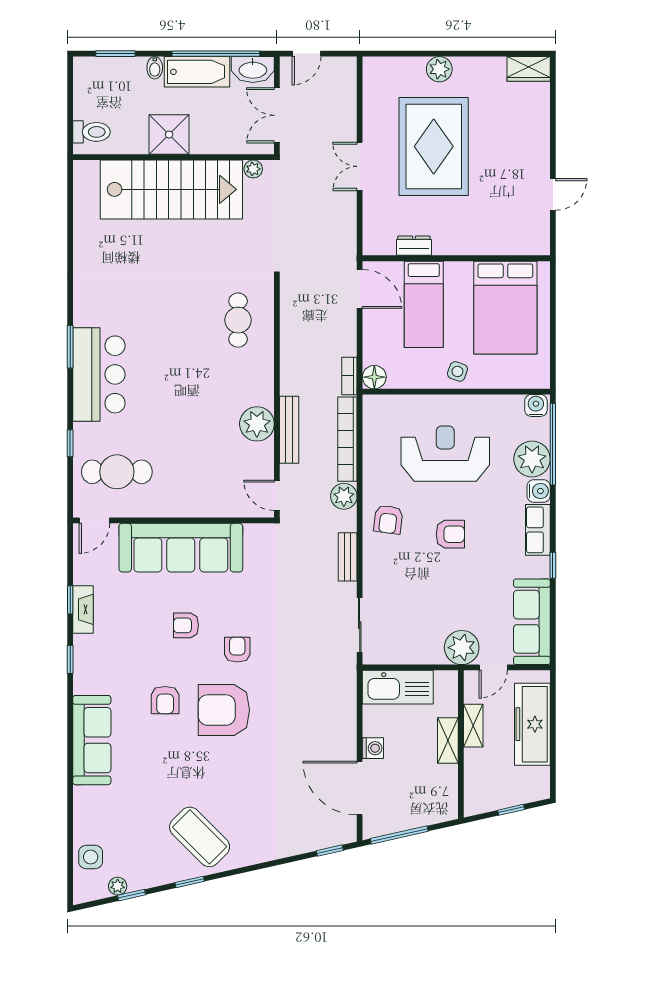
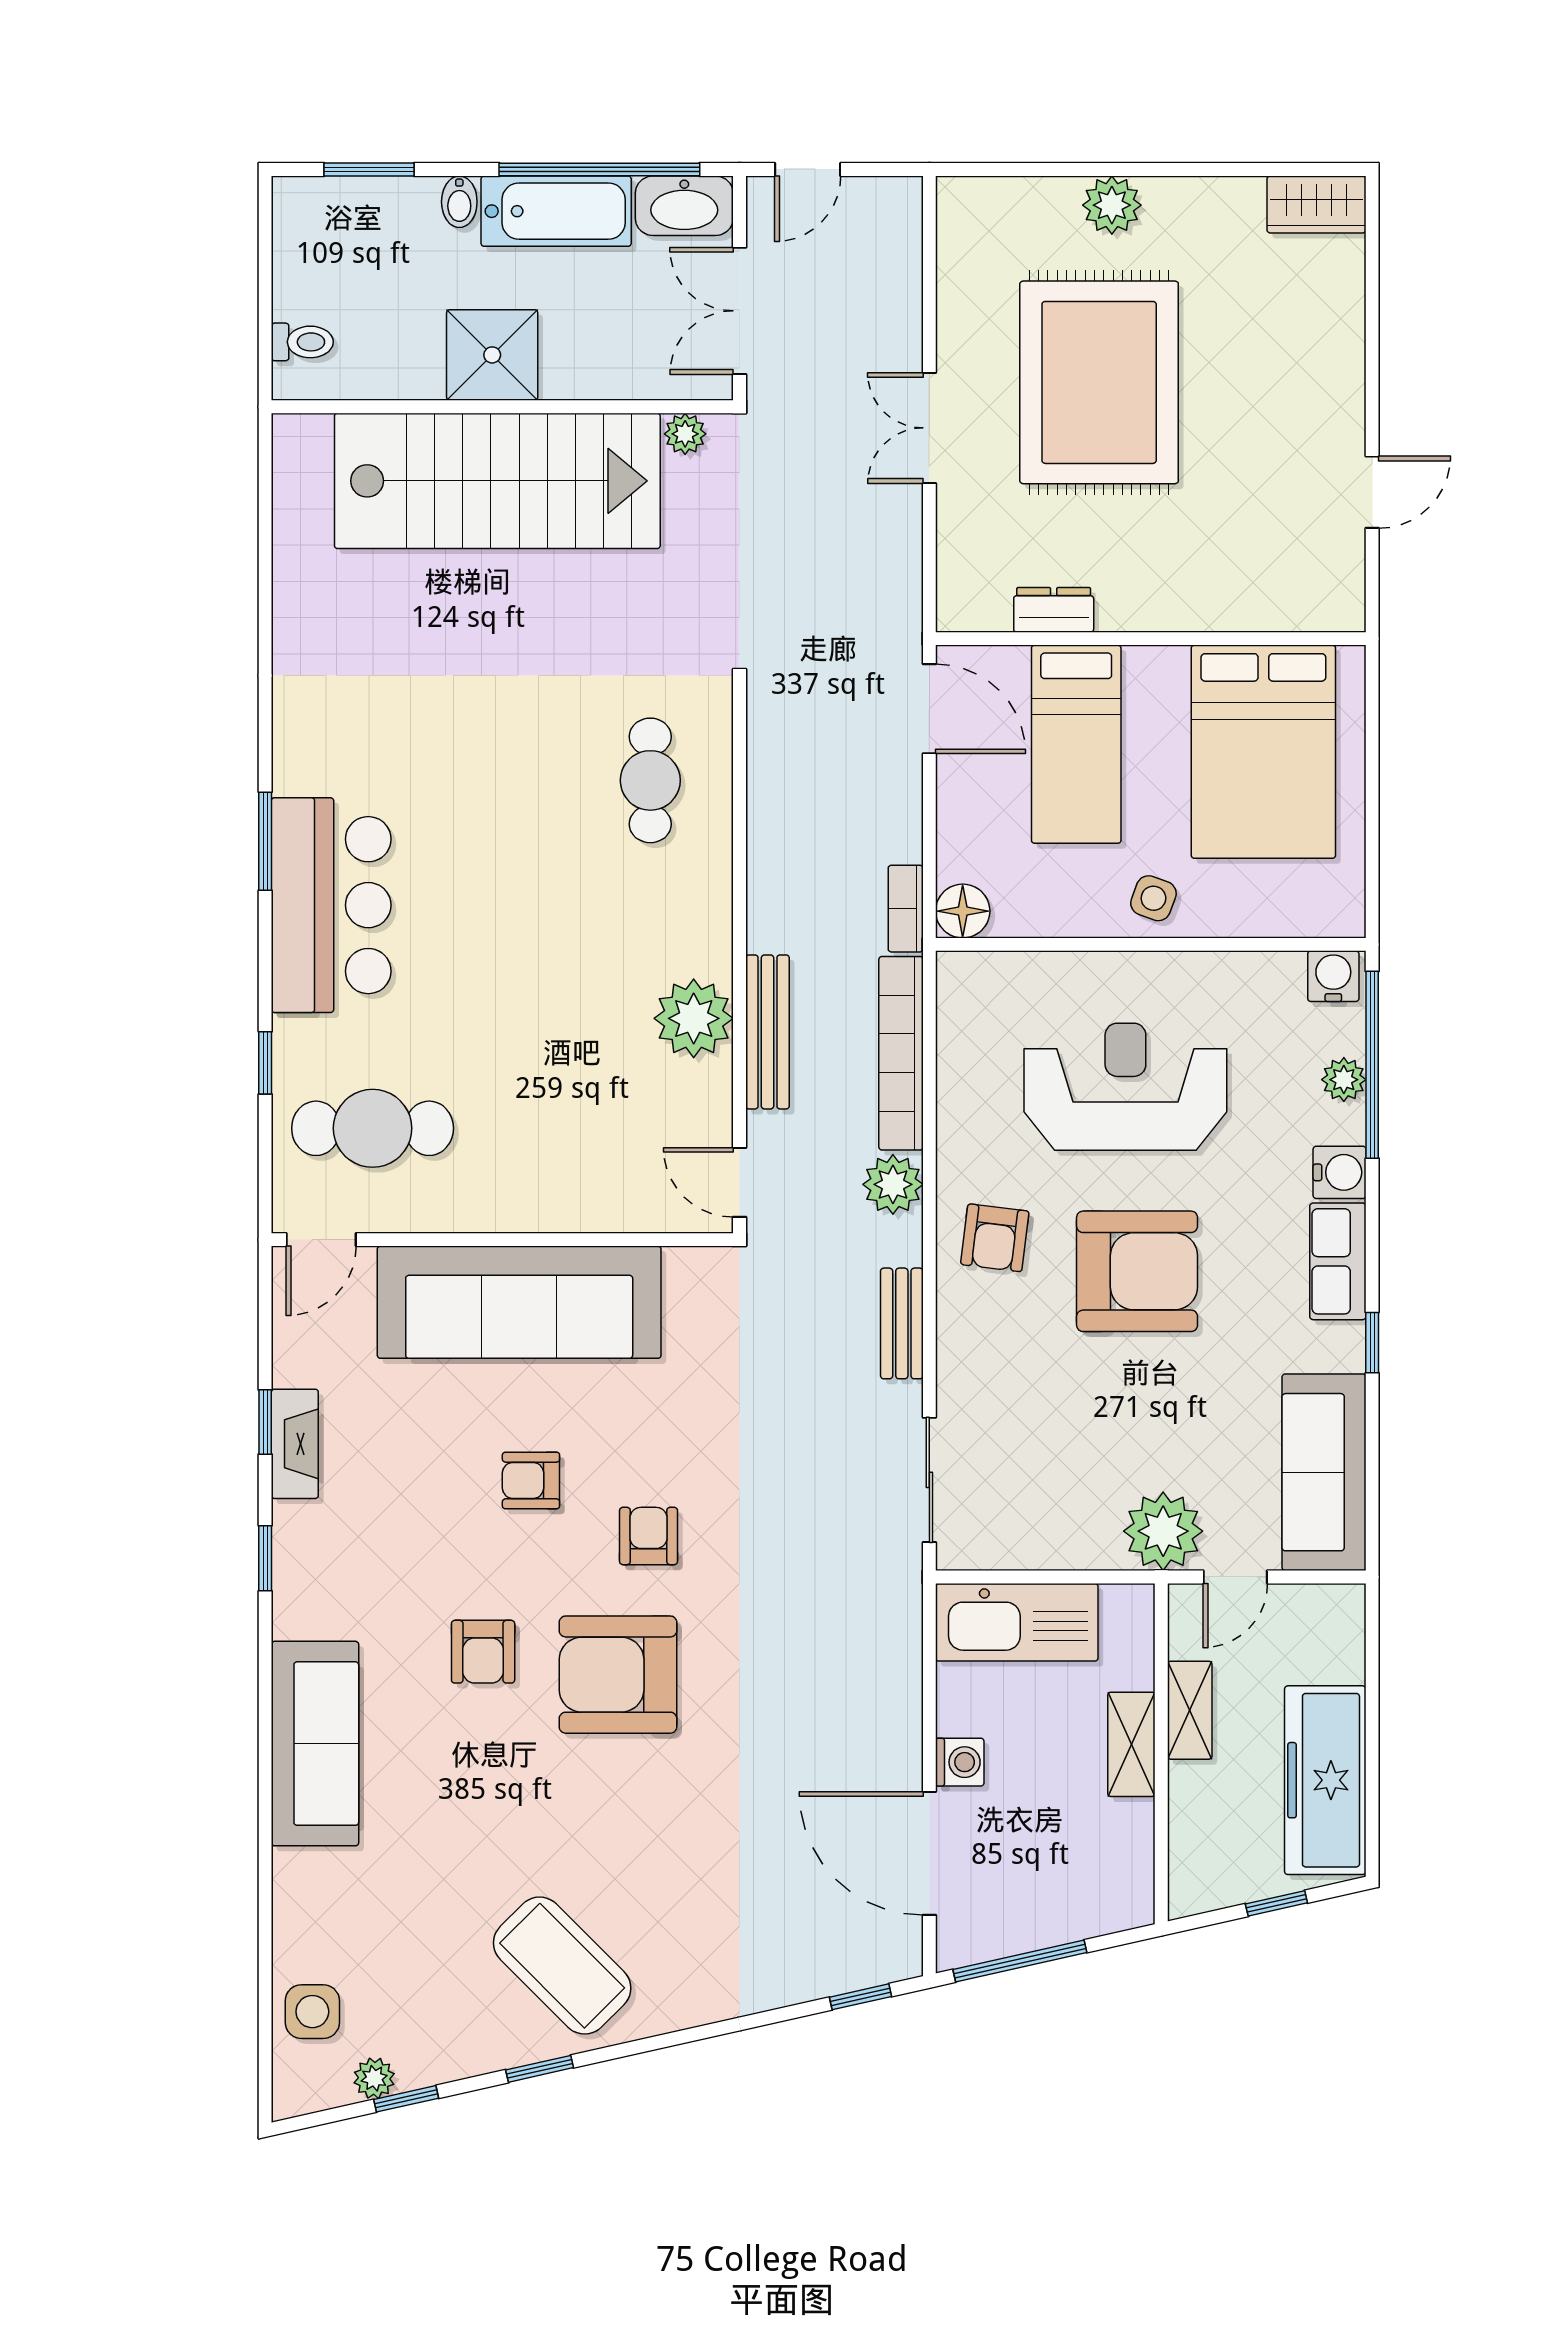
toilet: (91, 132) -> (302, 342), width x0.73, depth x0.72
plant: (532, 459) -> (1344, 1080), width x0.53, depth x0.53
armchair: (450, 534) -> (1137, 1271), width x1.88, depth x1.88
freezer: (532, 724) -> (1325, 1780), moved

